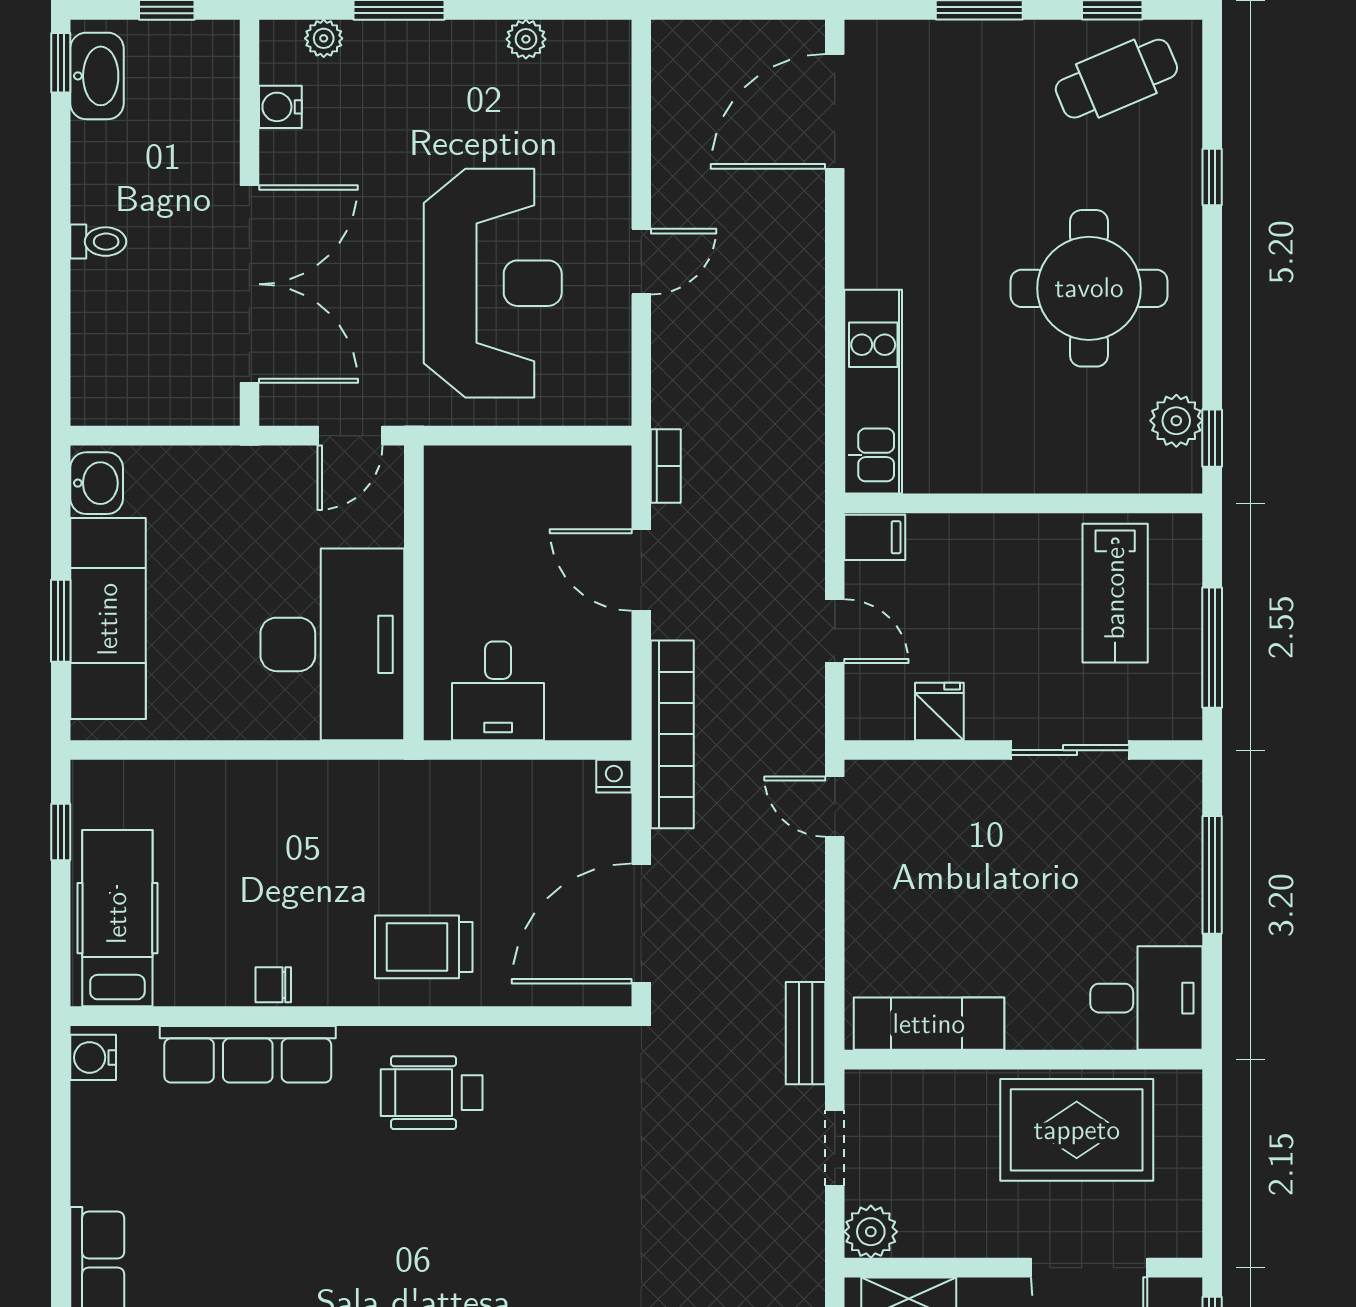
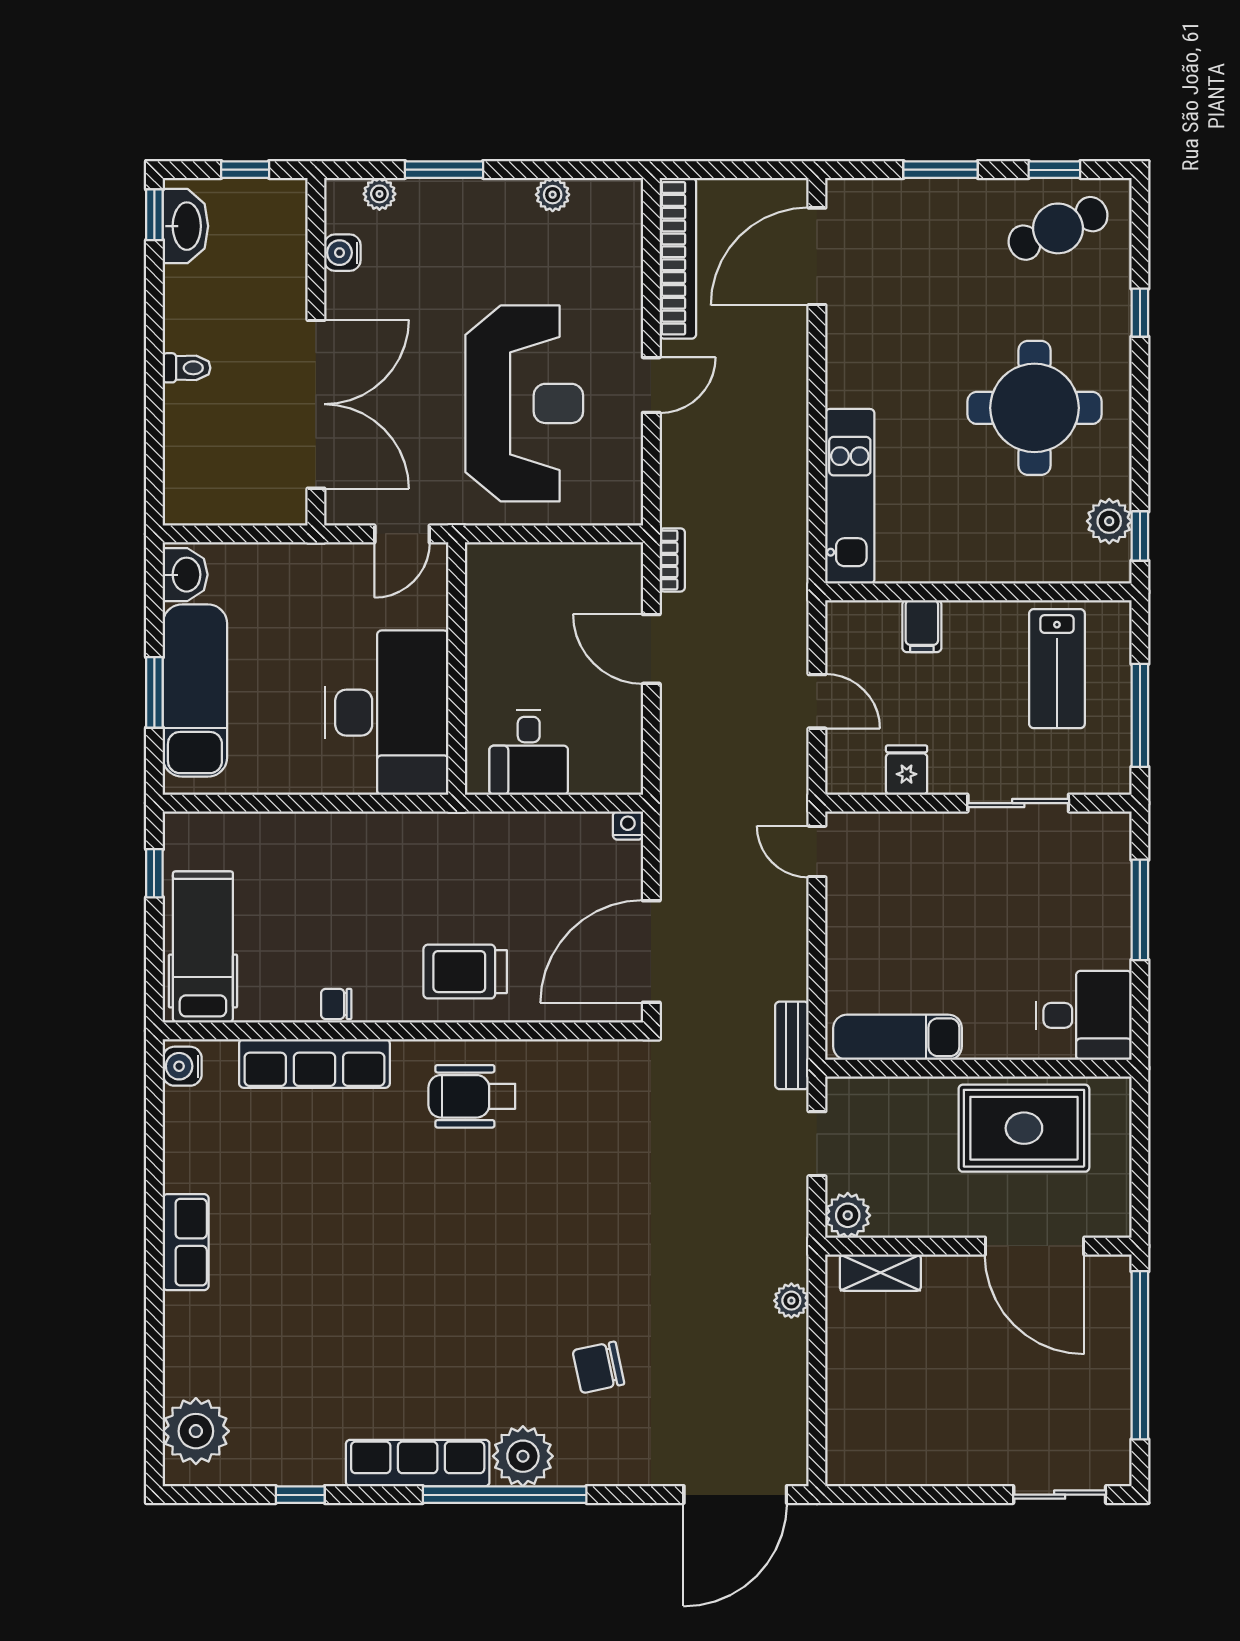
filing cabinet: (875, 537) -> (922, 626), moved, turned 90
bookcase: (672, 734) -> (678, 258), moved

